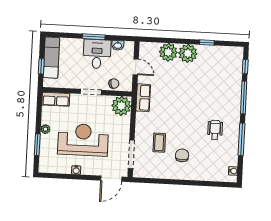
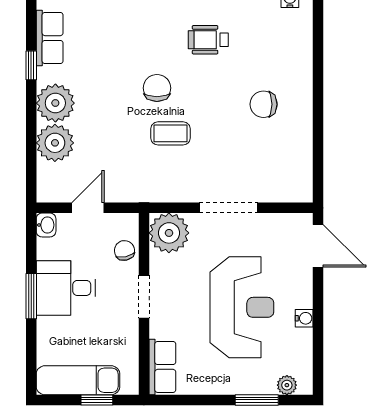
washbasin: (118, 45) -> (46, 225), moved
row of seats: (143, 98) -> (50, 38), moved, turned 90
chair: (193, 104) -> (157, 88), added
plant: (45, 129) -> (287, 385), moved
reception desk: (83, 140) -> (242, 307), turned 180
coffee table: (159, 143) -> (170, 133), moved
doorway: (131, 154) -> (228, 208), moved

